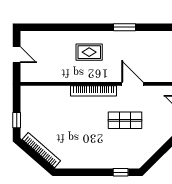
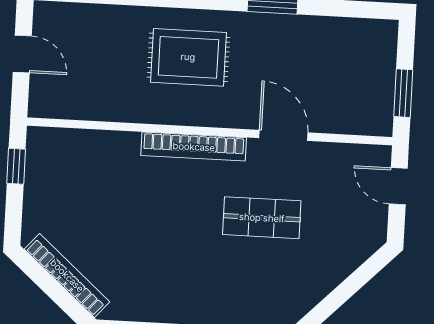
rug: (89, 52) -> (188, 57), width x1.36, depth x1.43
window: (17, 120) -> (16, 166), moved

